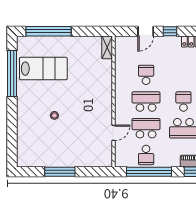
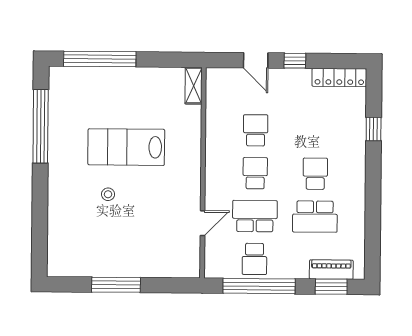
door: (146, 31) -> (256, 60), hinge flipped
lab bench: (43, 69) -> (126, 147), moved, turned 180
school desk: (146, 102) -> (255, 173), width x0.54

